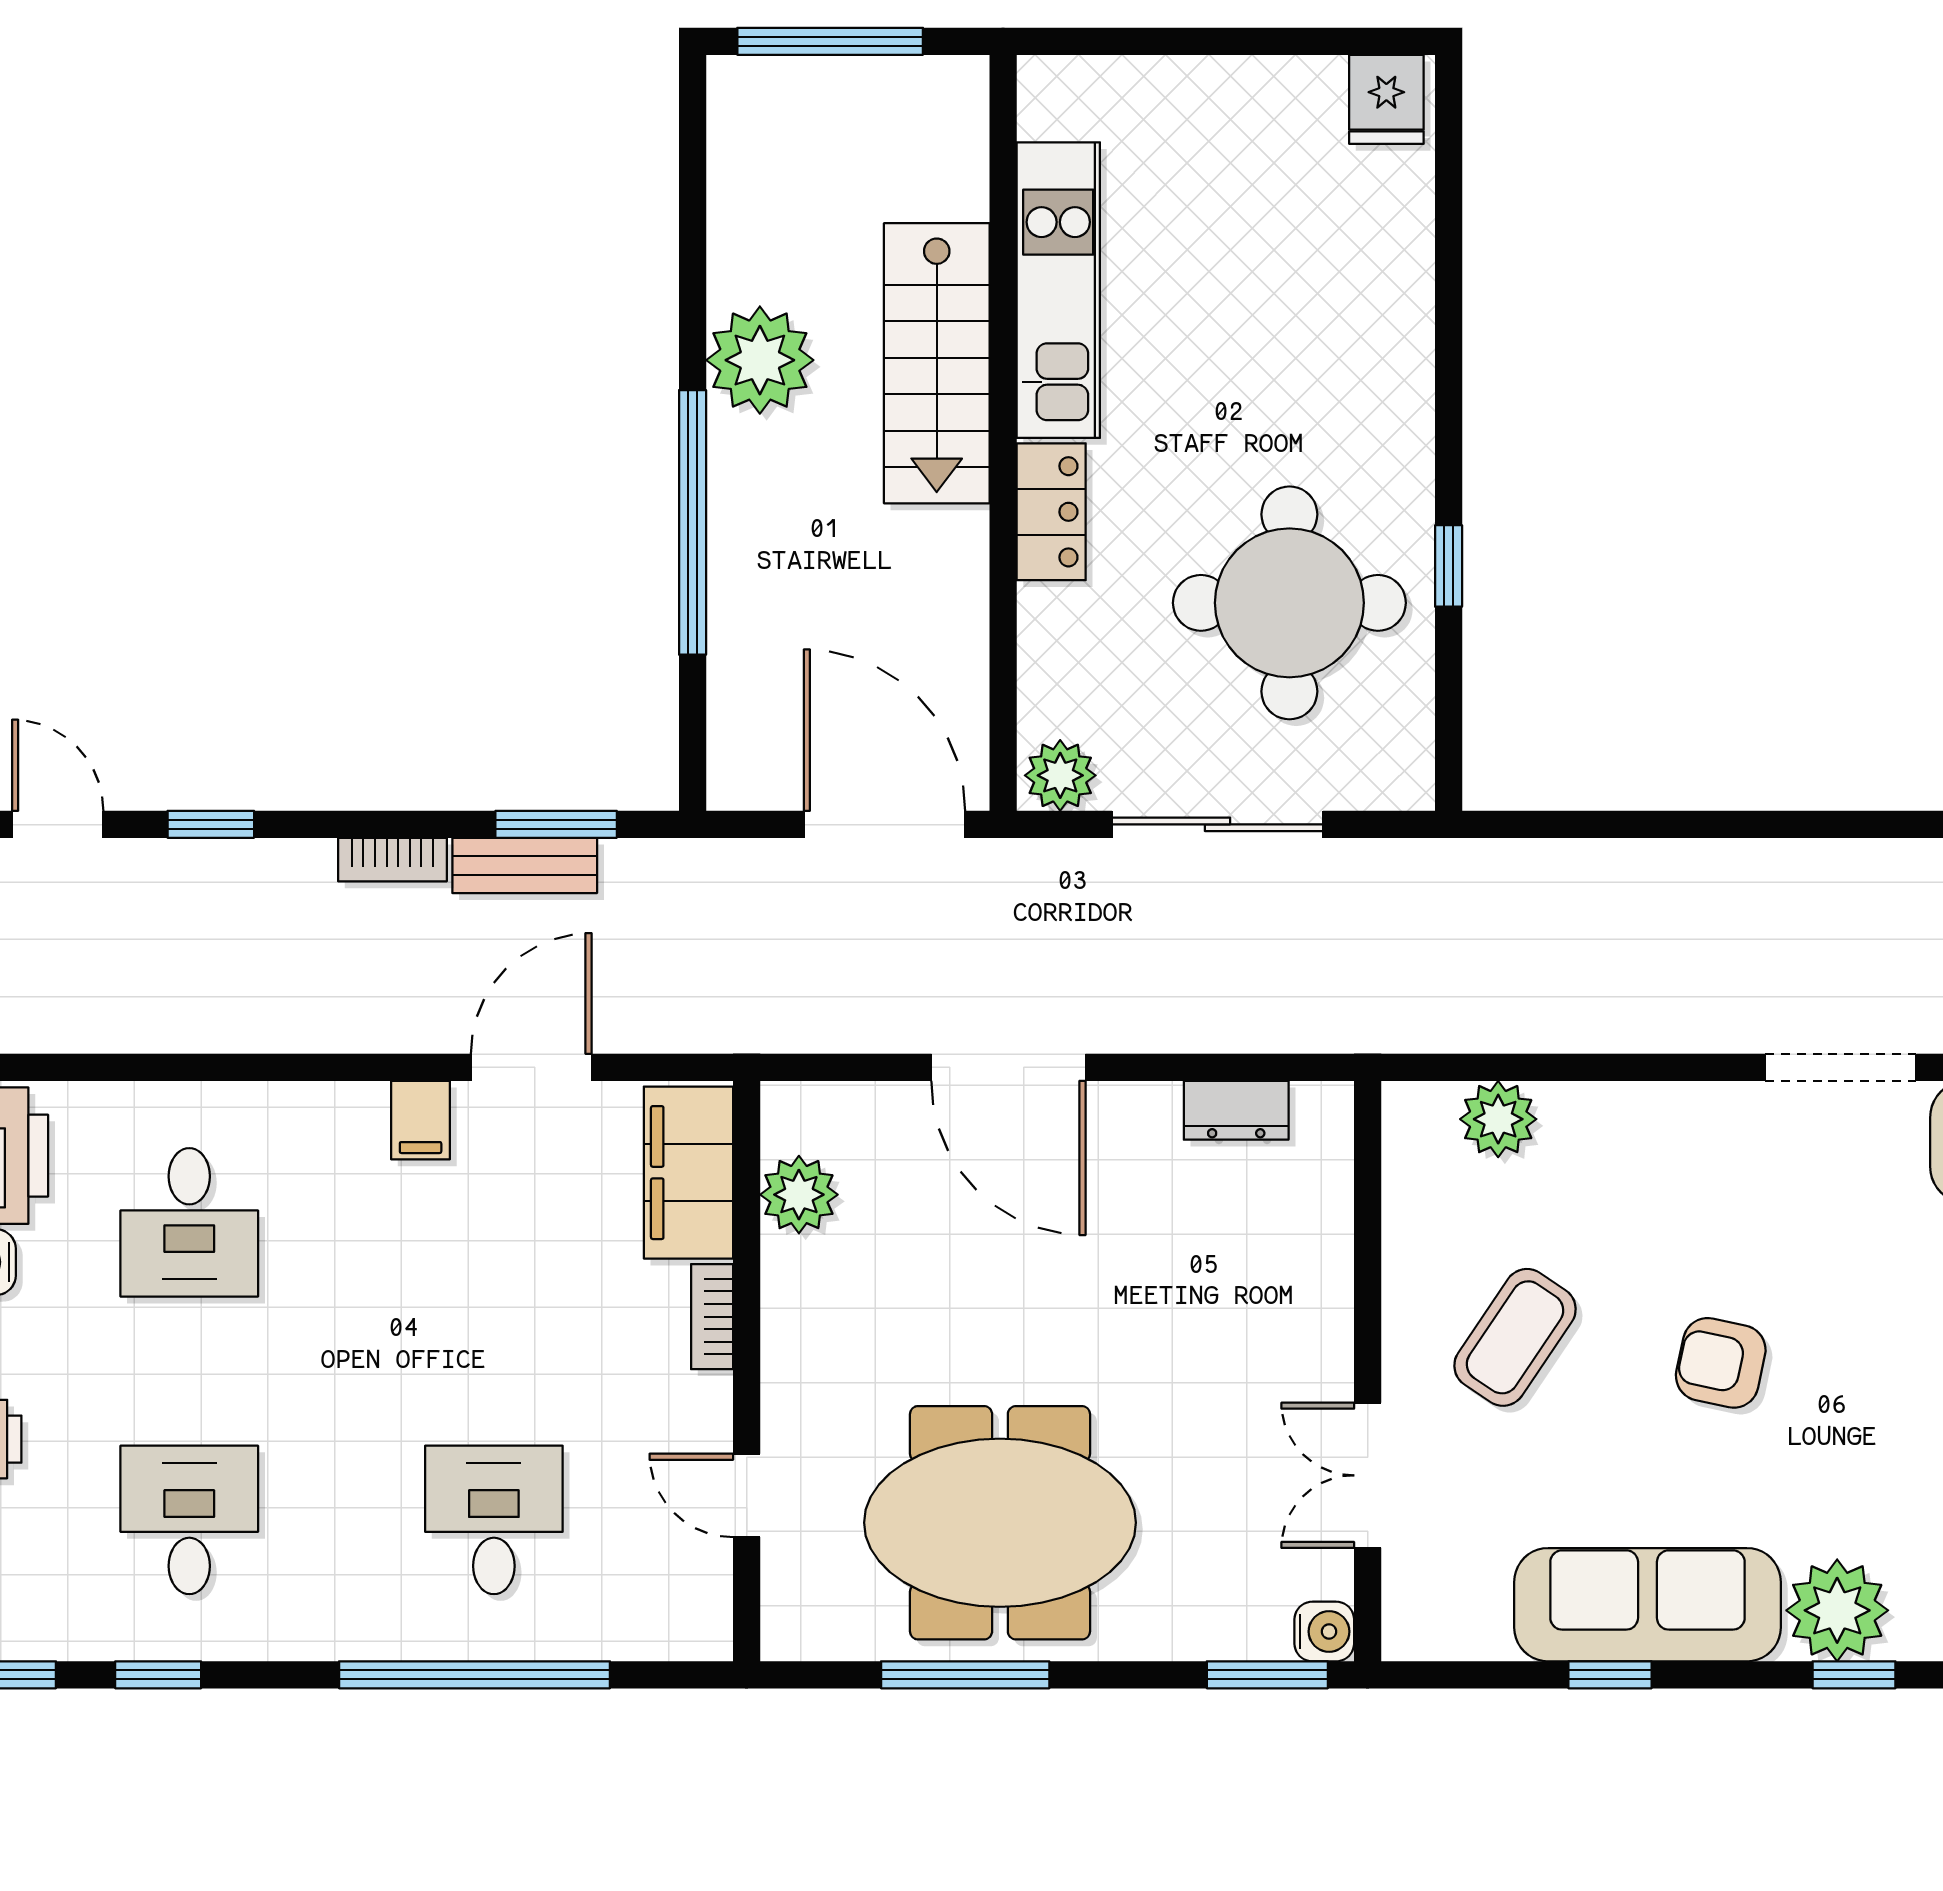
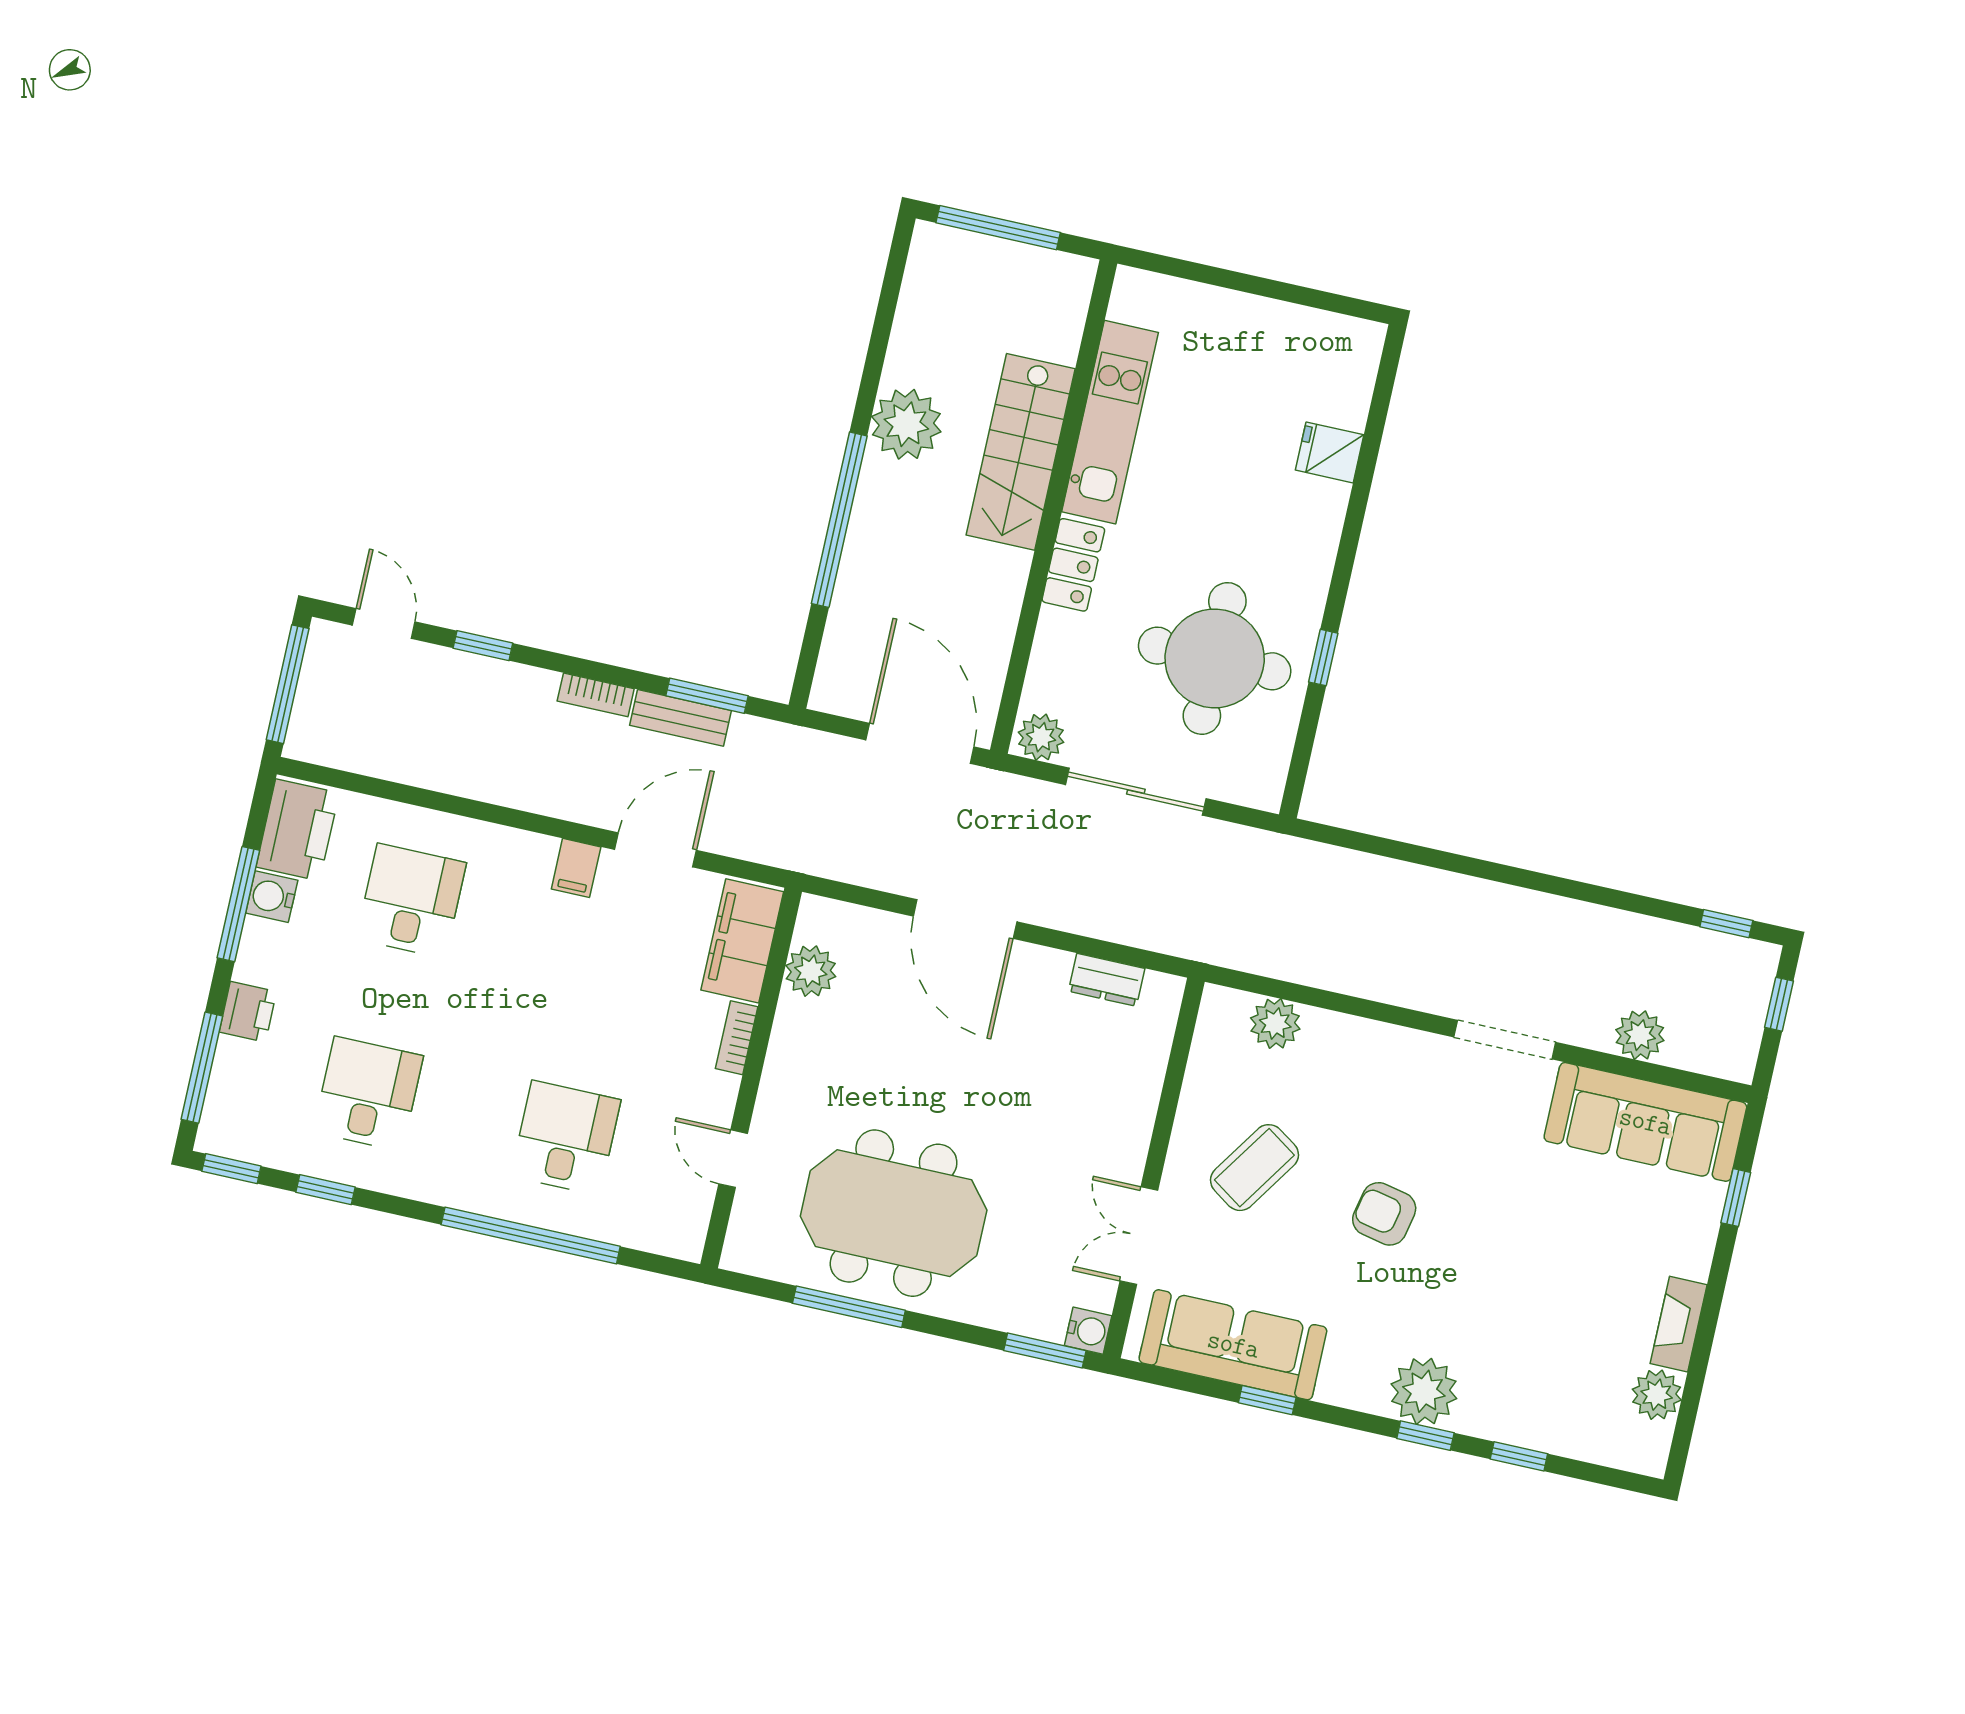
fridge: (1386, 99) -> (1330, 452), moved, turned 90
desk: (189, 1222) -> (411, 901), turned 180
sofa: (1647, 1605) -> (1233, 1345), moved

